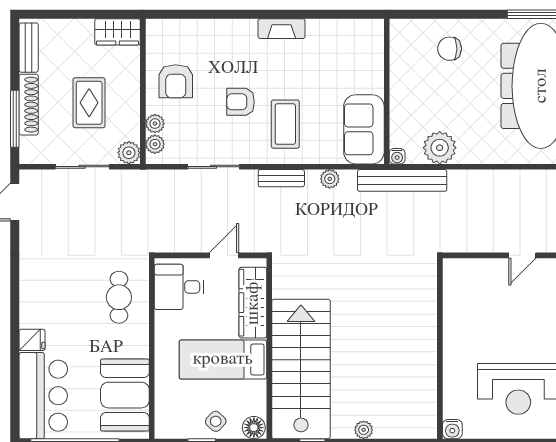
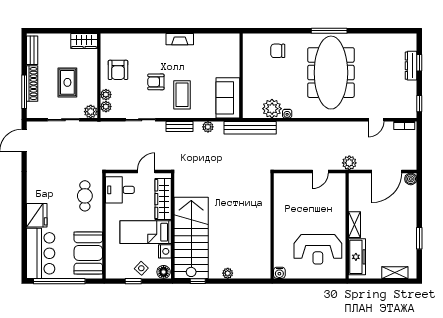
water cooler: (397, 156) -> (287, 114), moved
fridge: (32, 340) -> (37, 215), width x1.88, depth x1.34
nightstand: (256, 392) -> (165, 251), added

